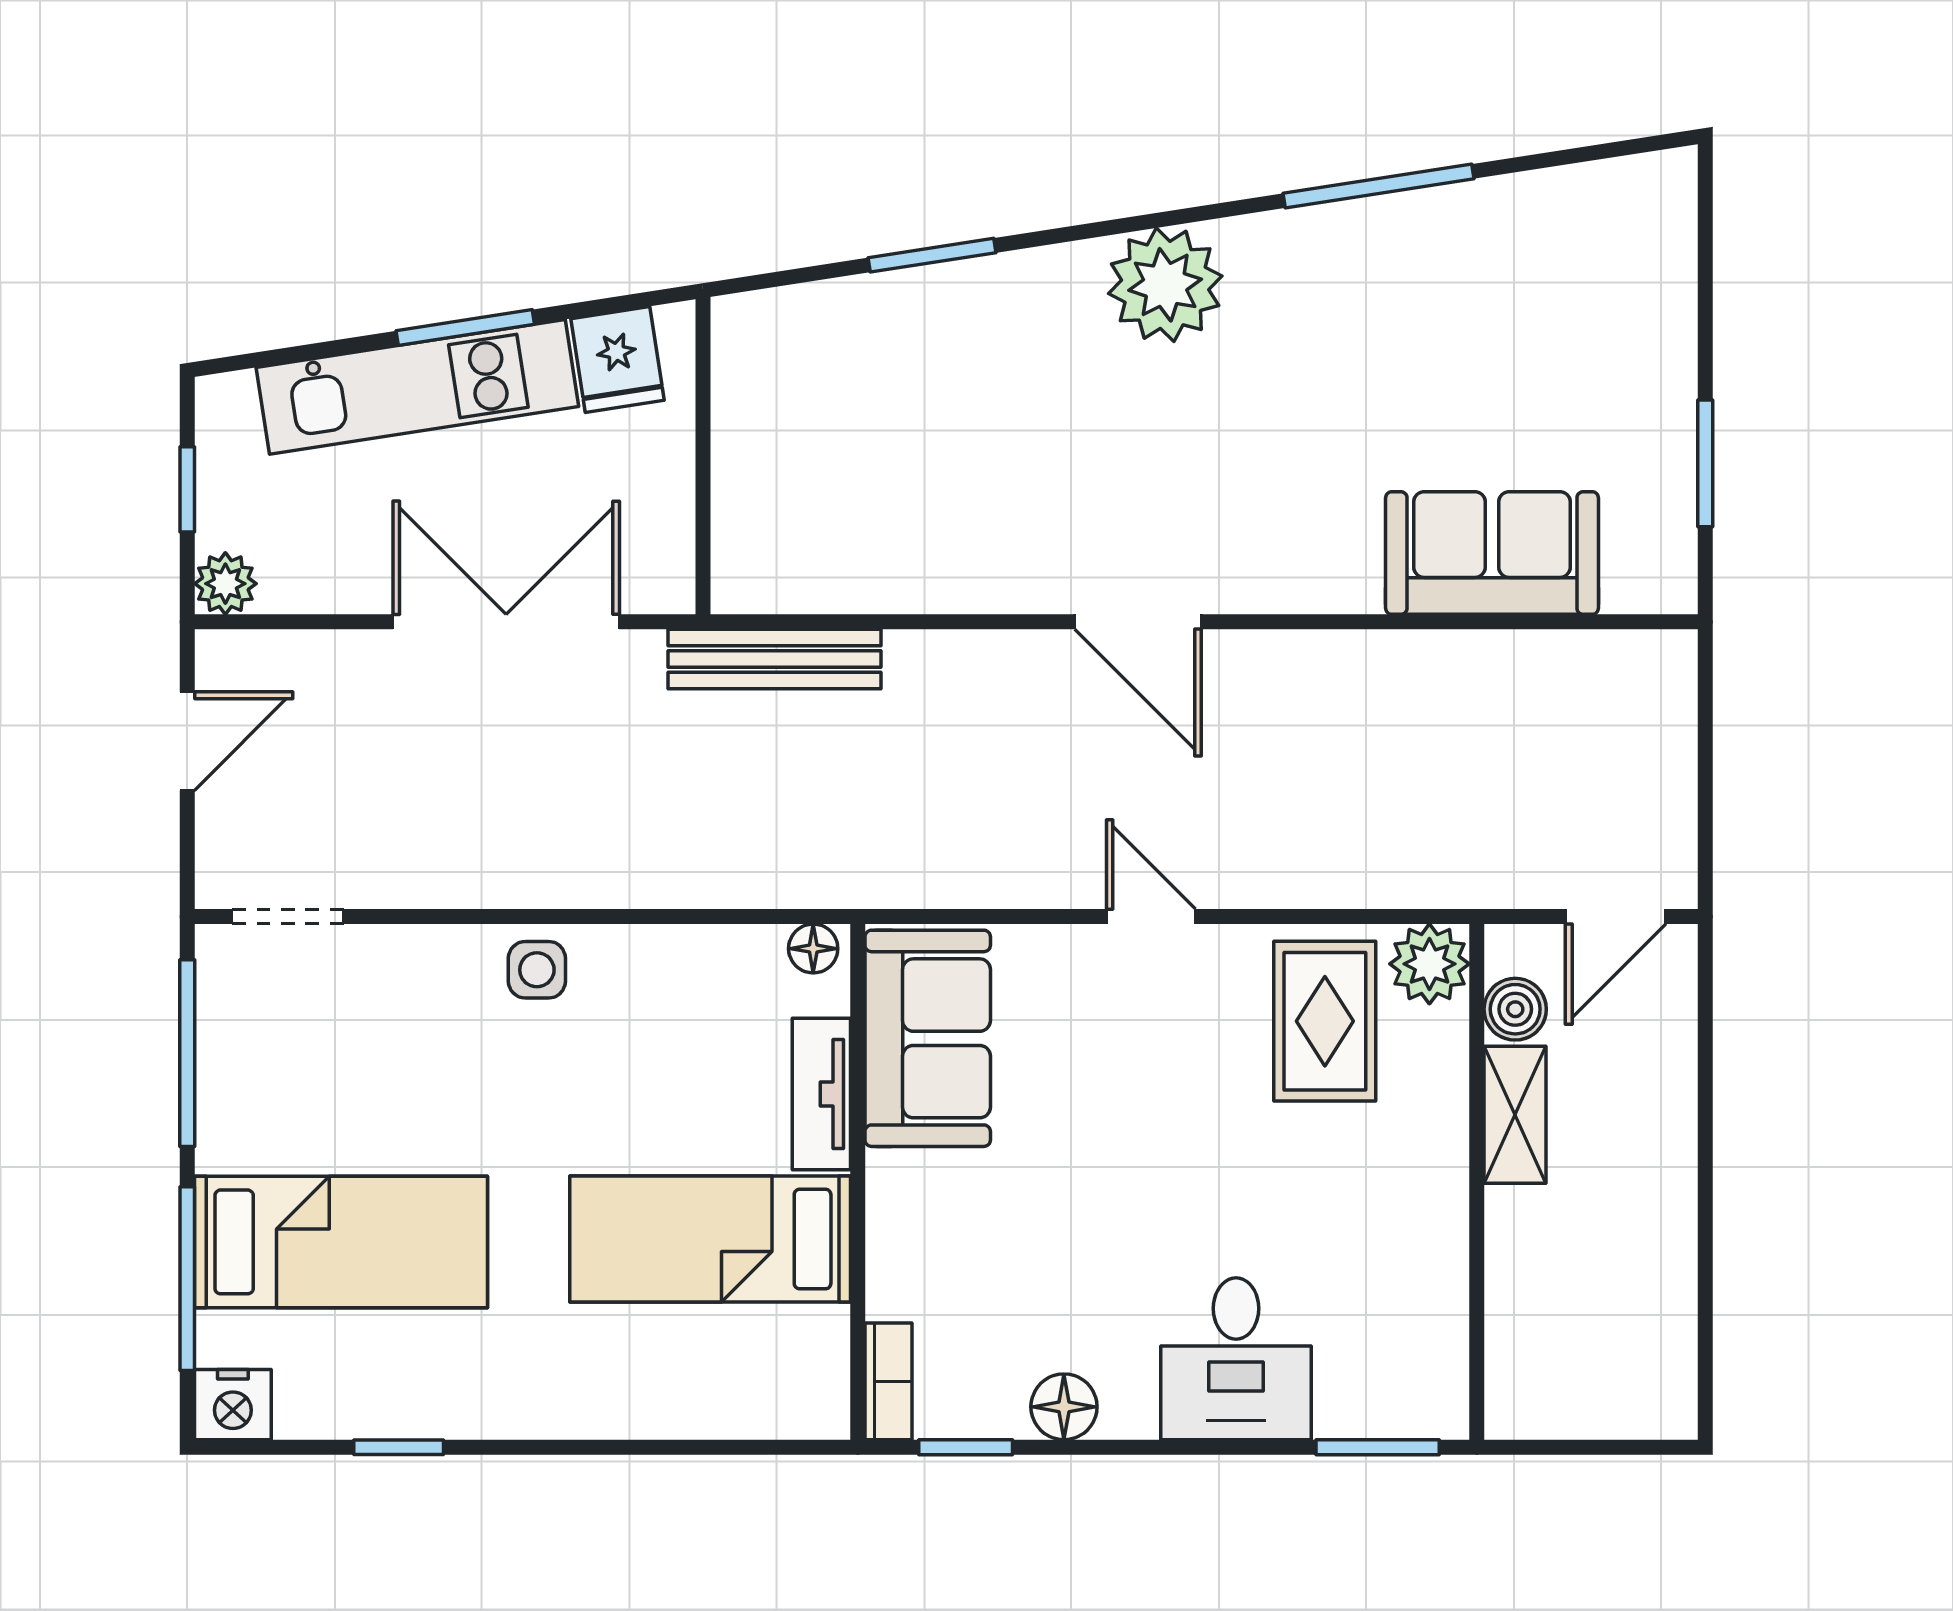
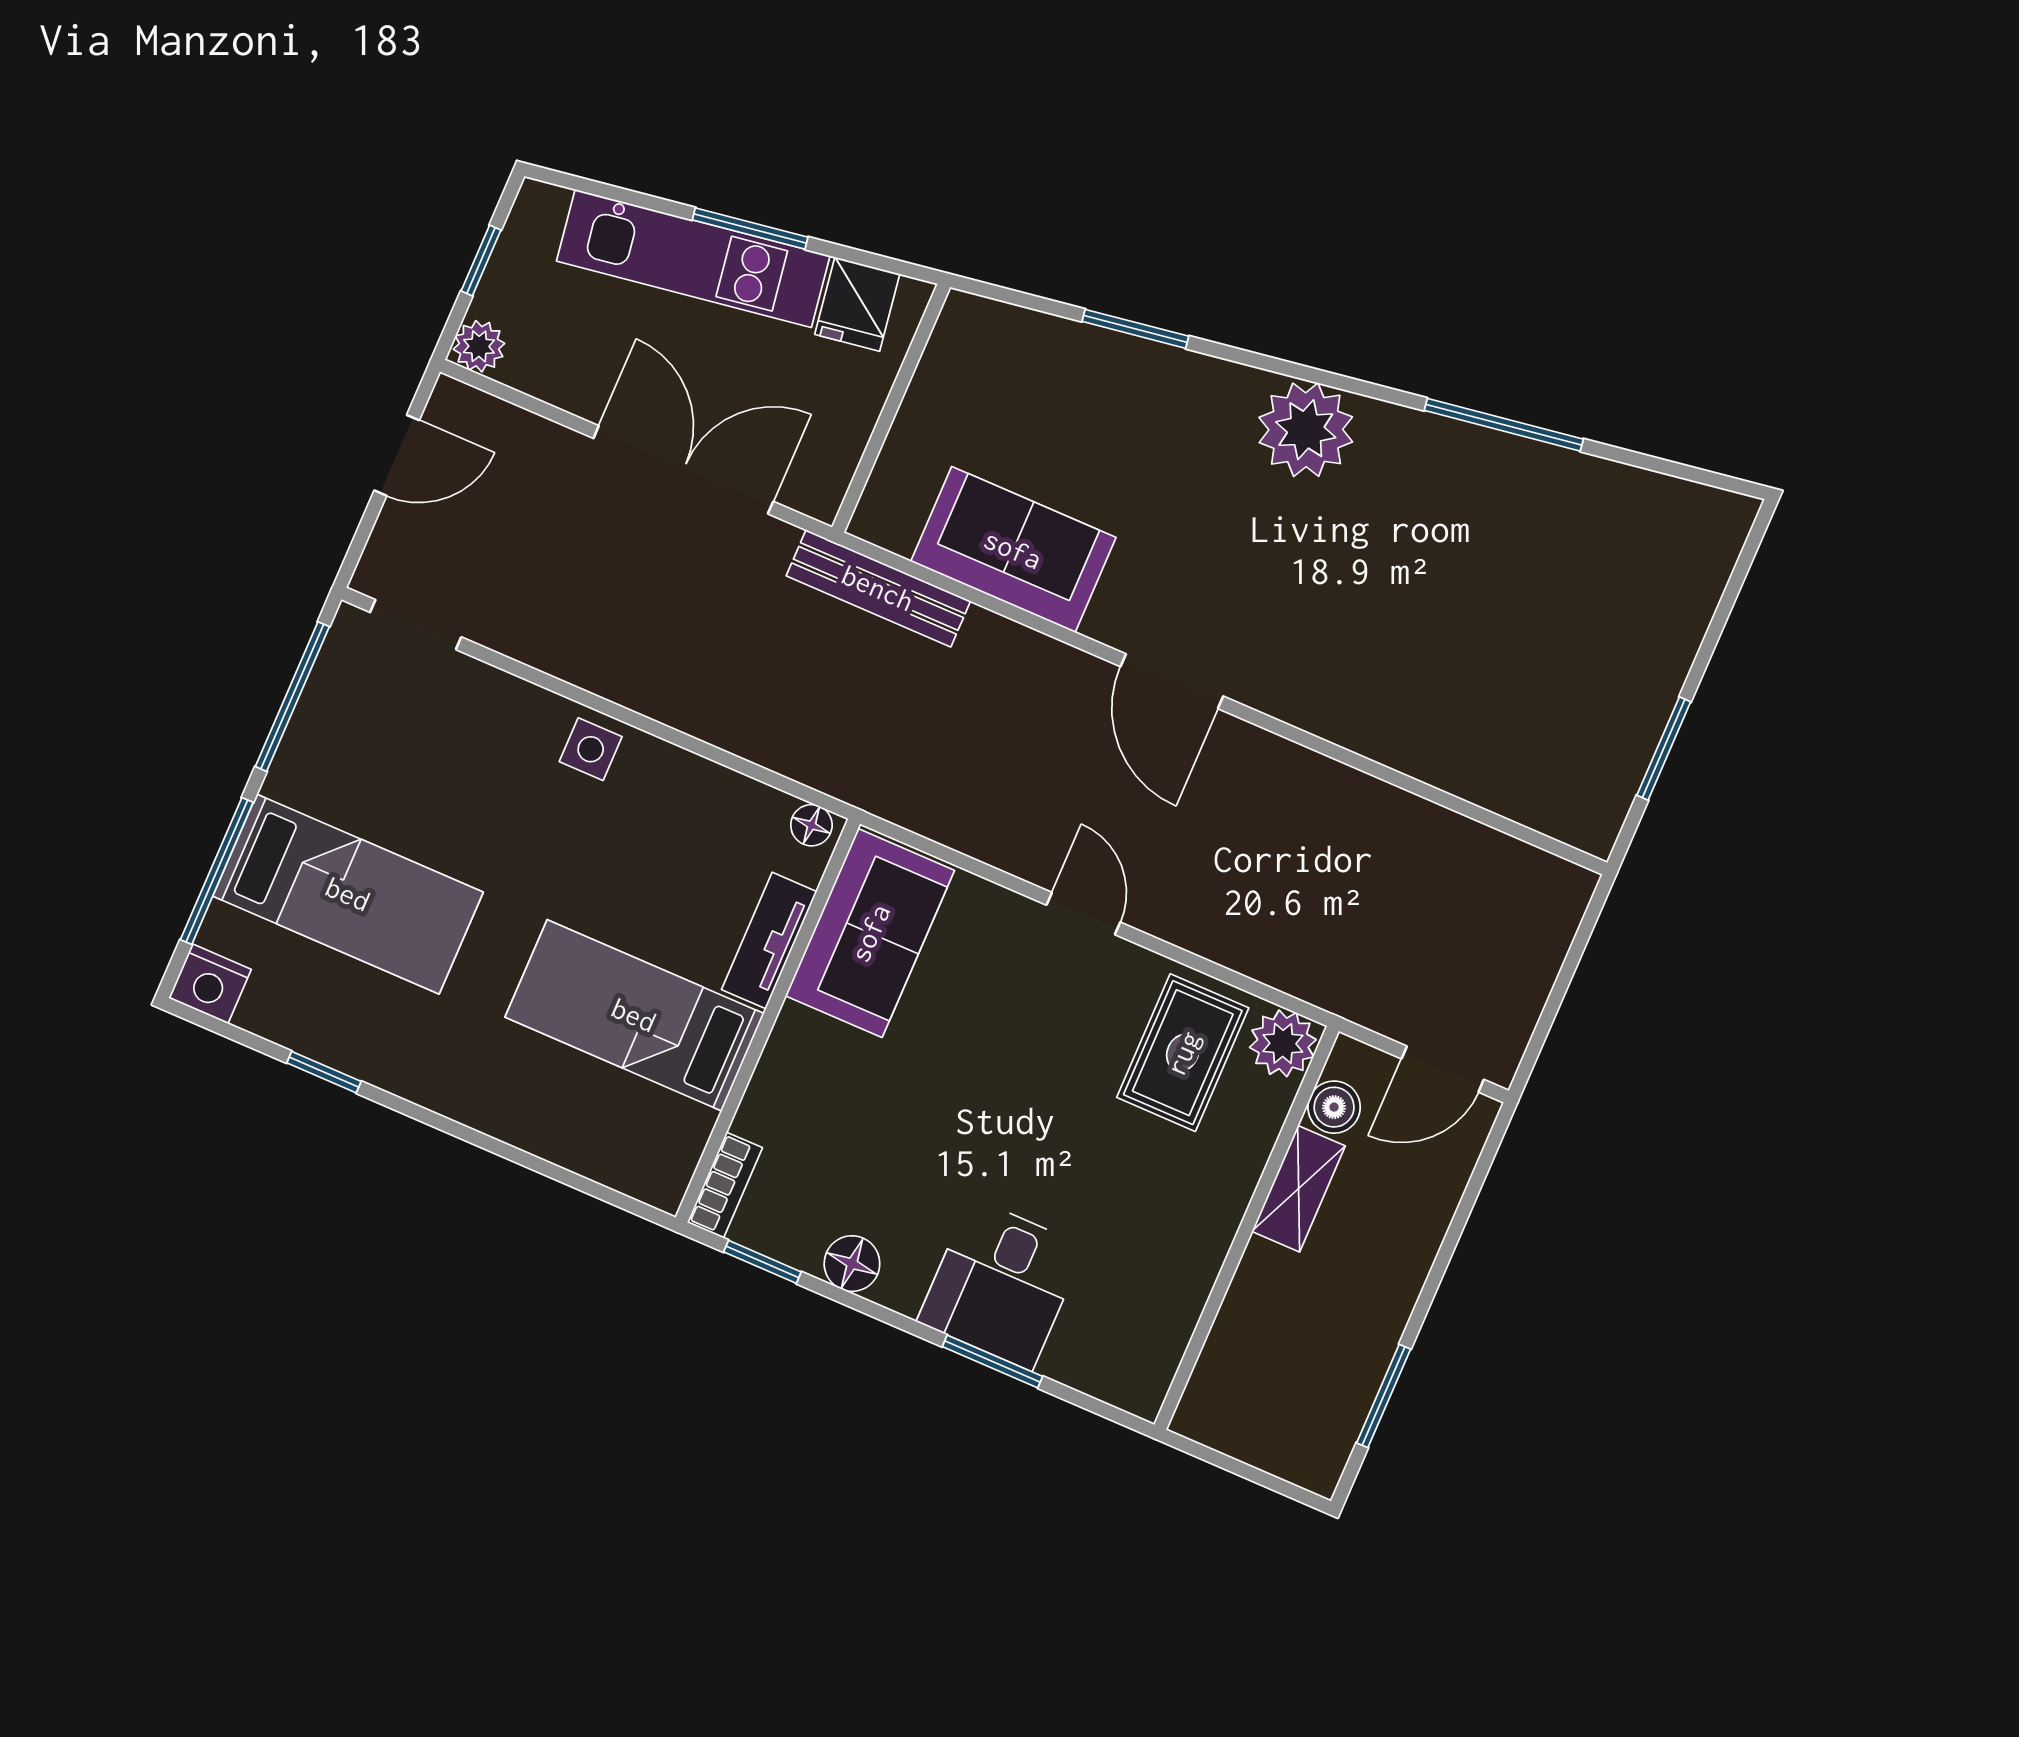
sofa: (1492, 553) -> (1013, 549), moved
window: (1705, 1301) -> (1384, 1396), added
window: (1378, 1447) -> (992, 1361), moved

